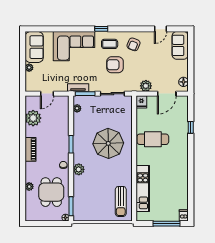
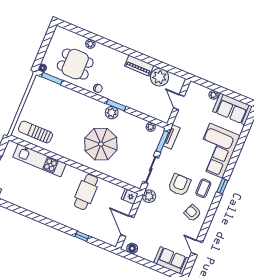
plant: (146, 86) -> (149, 196), moved
piano: (30, 149) -> (139, 66), moved
plant: (79, 169) -> (112, 113), moved

